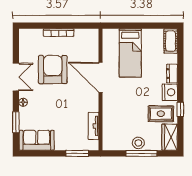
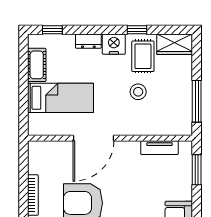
cot: (171, 41) -> (37, 65), moved, turned 90
window: (180, 47) -> (52, 30), added
stool: (138, 143) -> (138, 92), moved
window: (141, 153) -> (197, 101), moved

